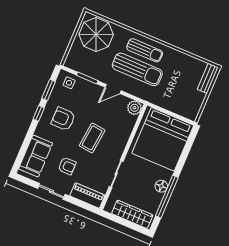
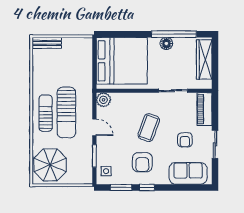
sun lounger: (137, 69) -> (66, 112), turned 180
coffee table: (92, 138) -> (149, 128), turned -76
armchair: (67, 166) -> (185, 140), turned 180

